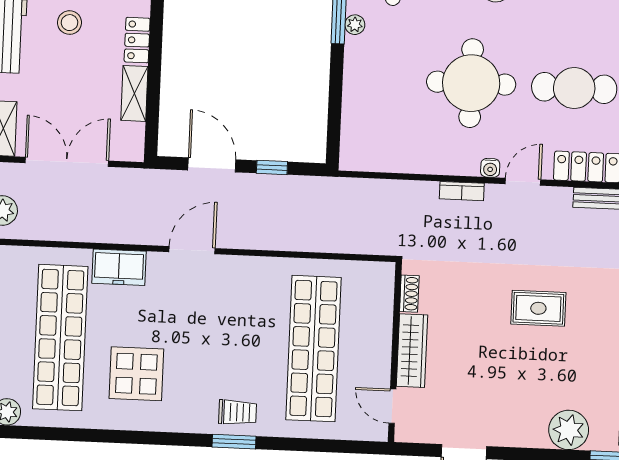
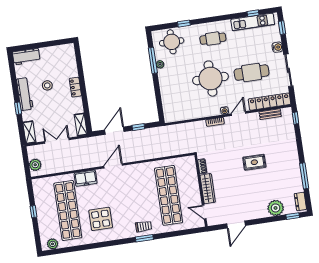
shelving: (134, 93) -> (81, 125), moved
double door: (67, 162) -> (57, 141), width x0.73
door: (212, 165) -> (114, 131), hinge flipped

